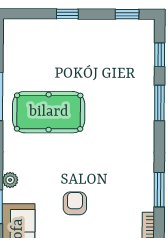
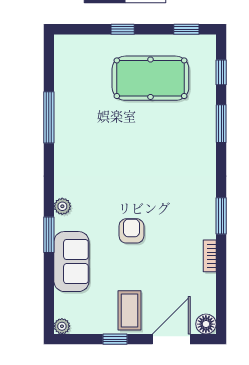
pool table: (49, 112) -> (150, 78), moved

